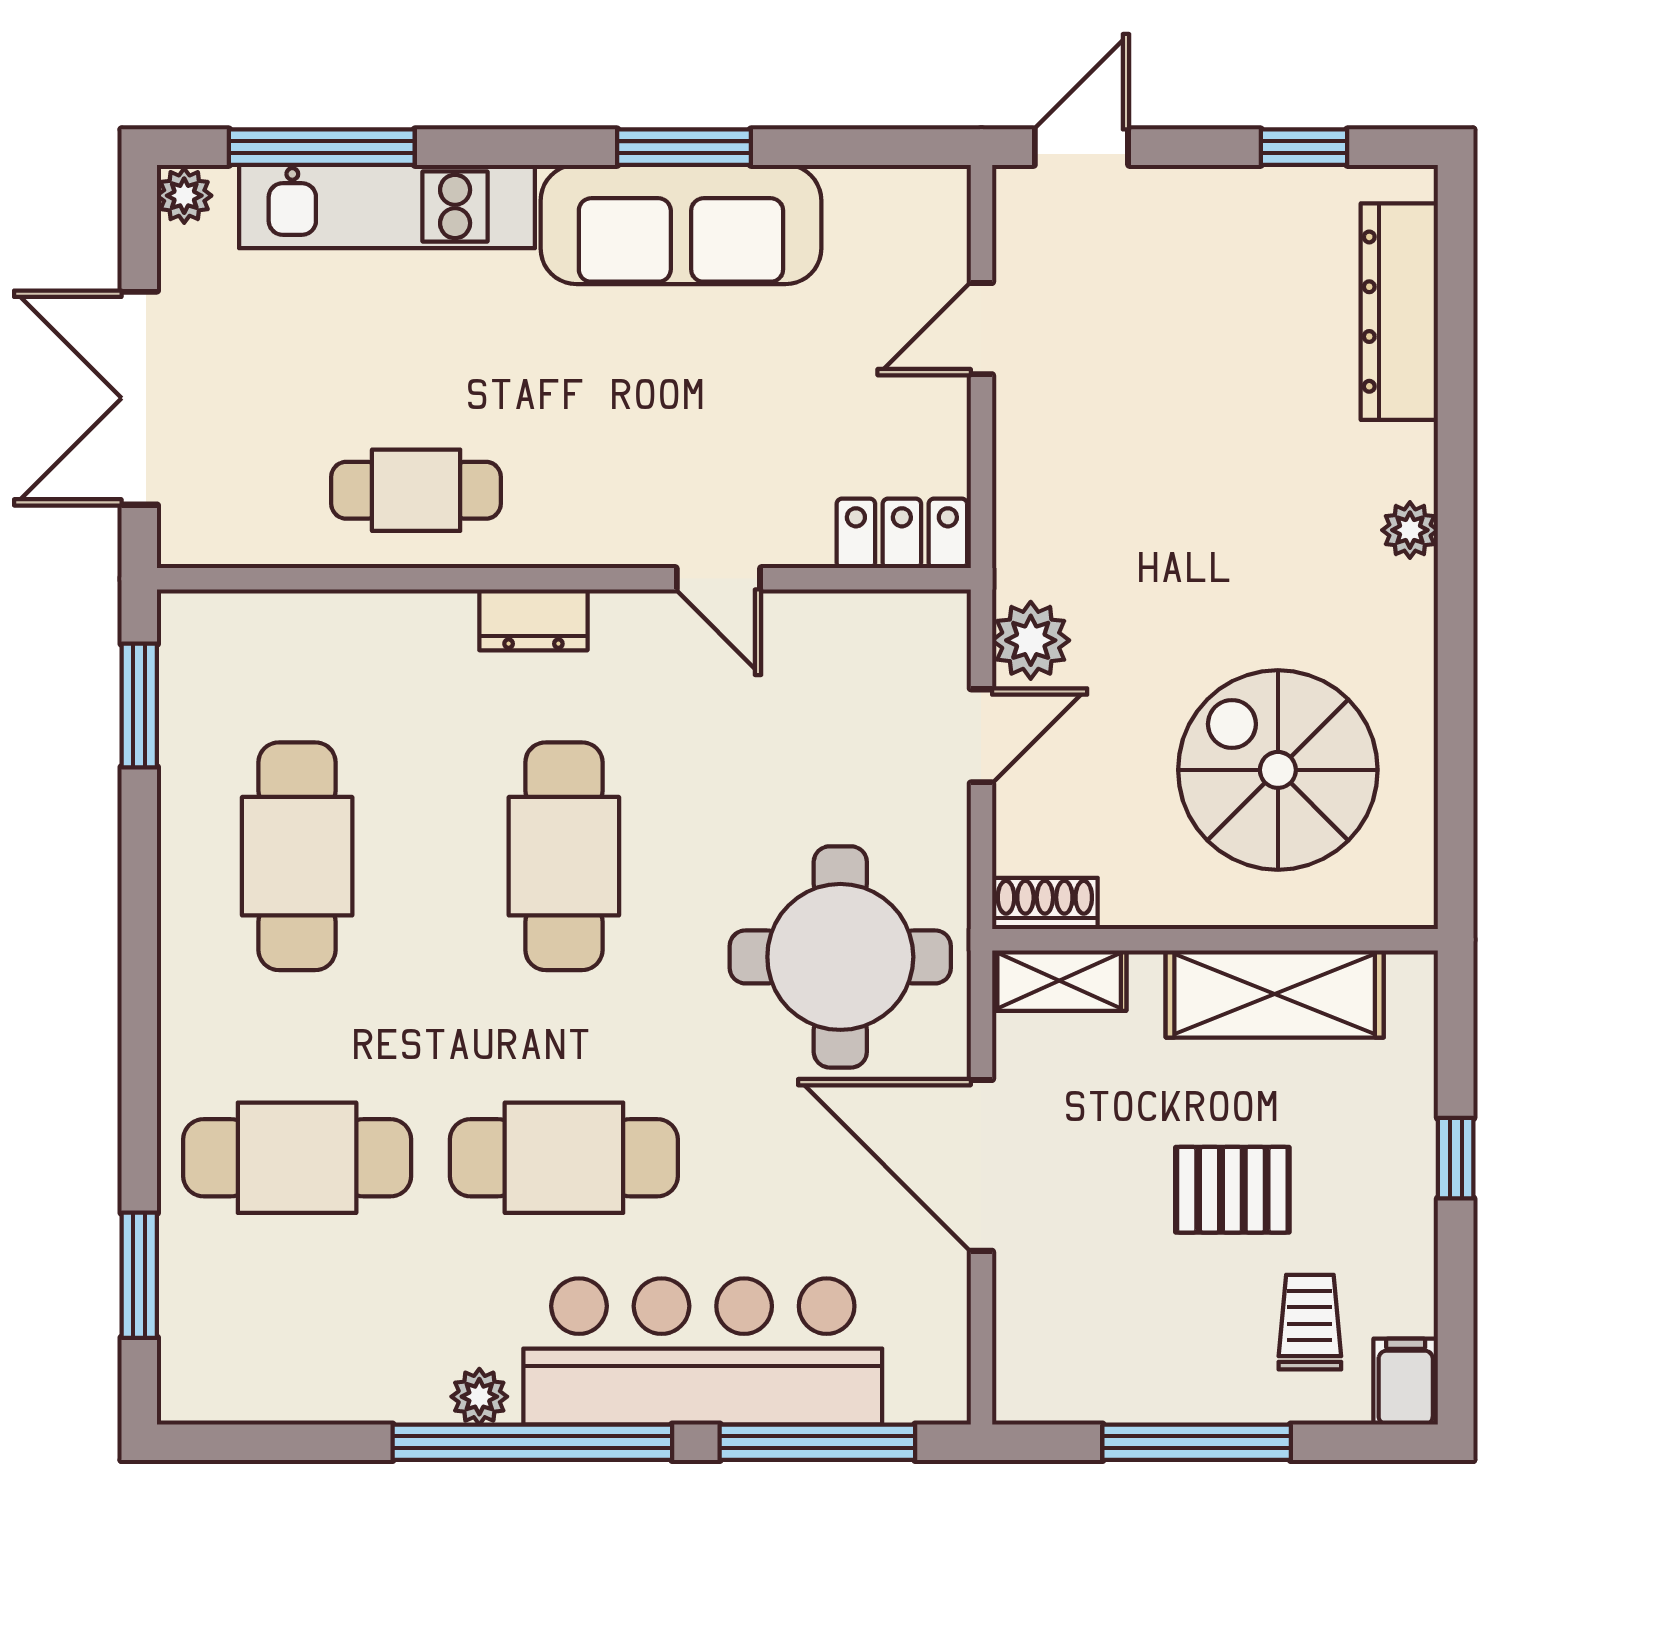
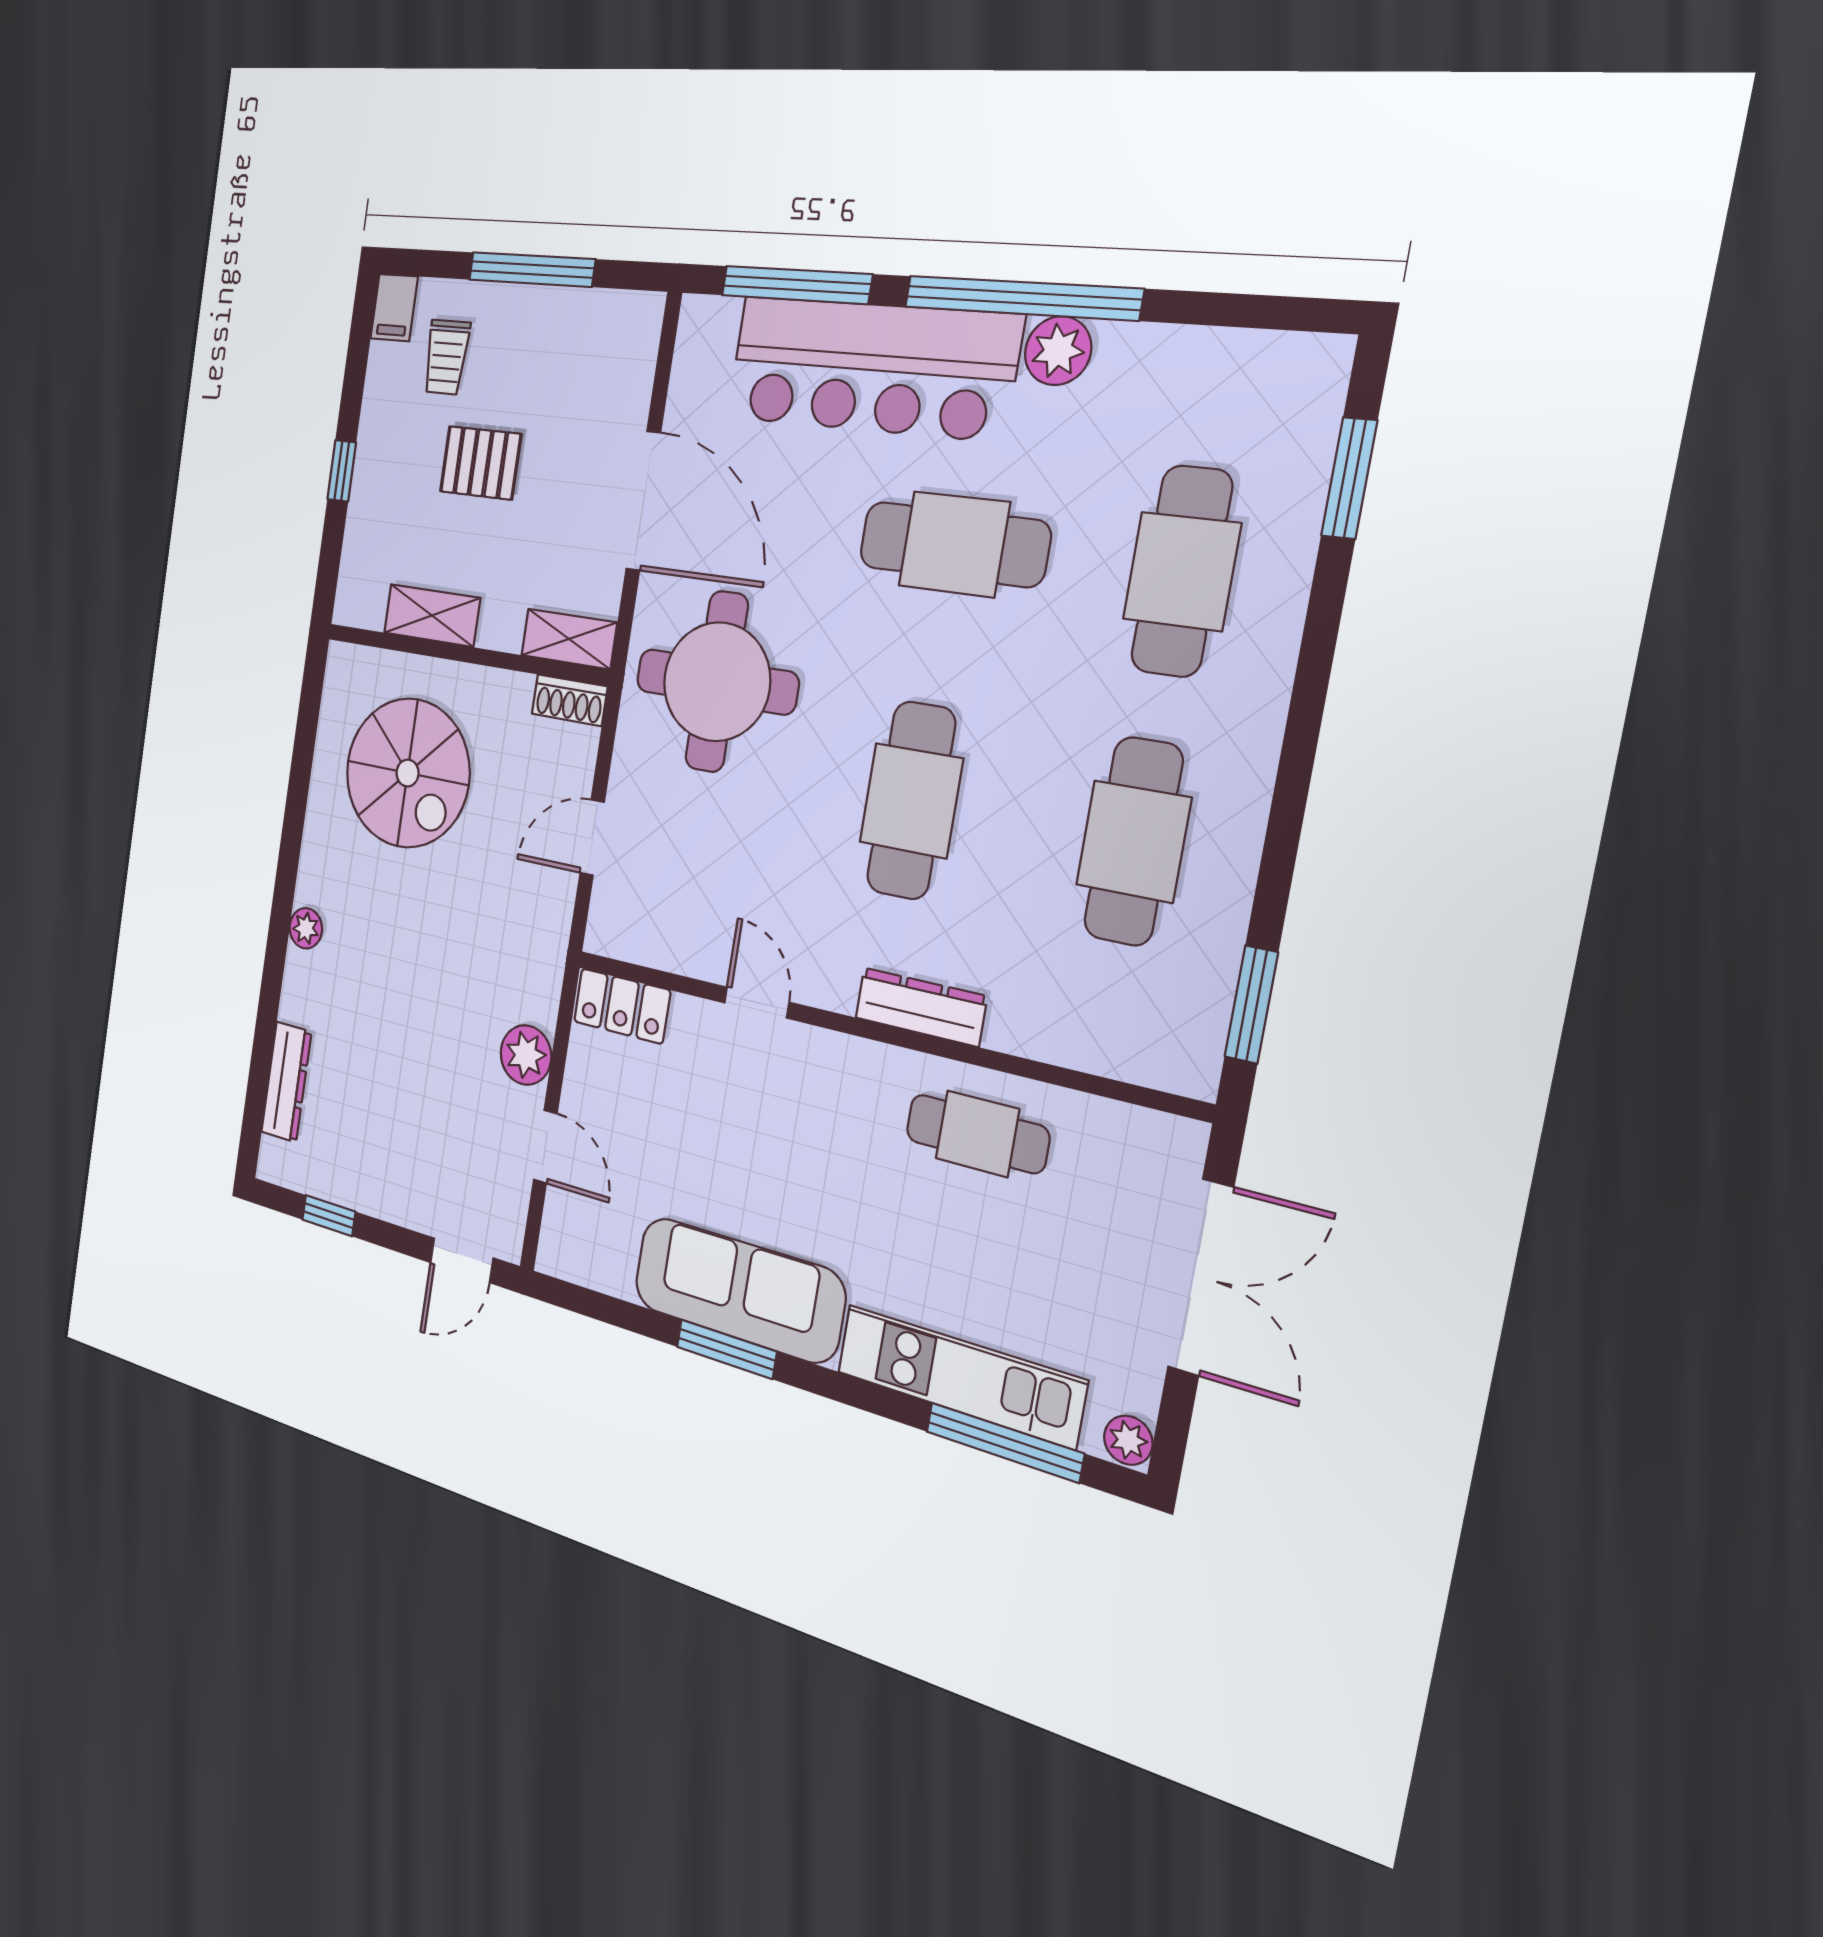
dresser: (1399, 312) -> (286, 1082), width x0.73, depth x0.80
door: (981, 329) -> (545, 1147), hinge flipped
dresser: (533, 620) -> (921, 1007), width x1.44
plant: (1031, 640) -> (526, 1055), moved
shelving: (1275, 994) -> (432, 615), width x0.67, depth x0.75
cafe table: (297, 1158) -> (1182, 571), turned 90
plant: (479, 1397) -> (1058, 351), width x1.38, depth x1.38

